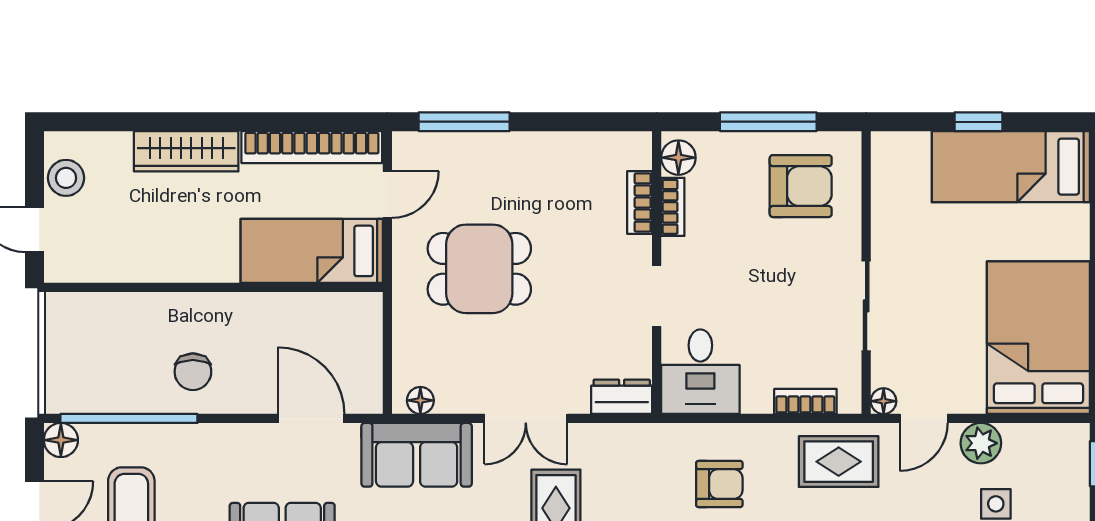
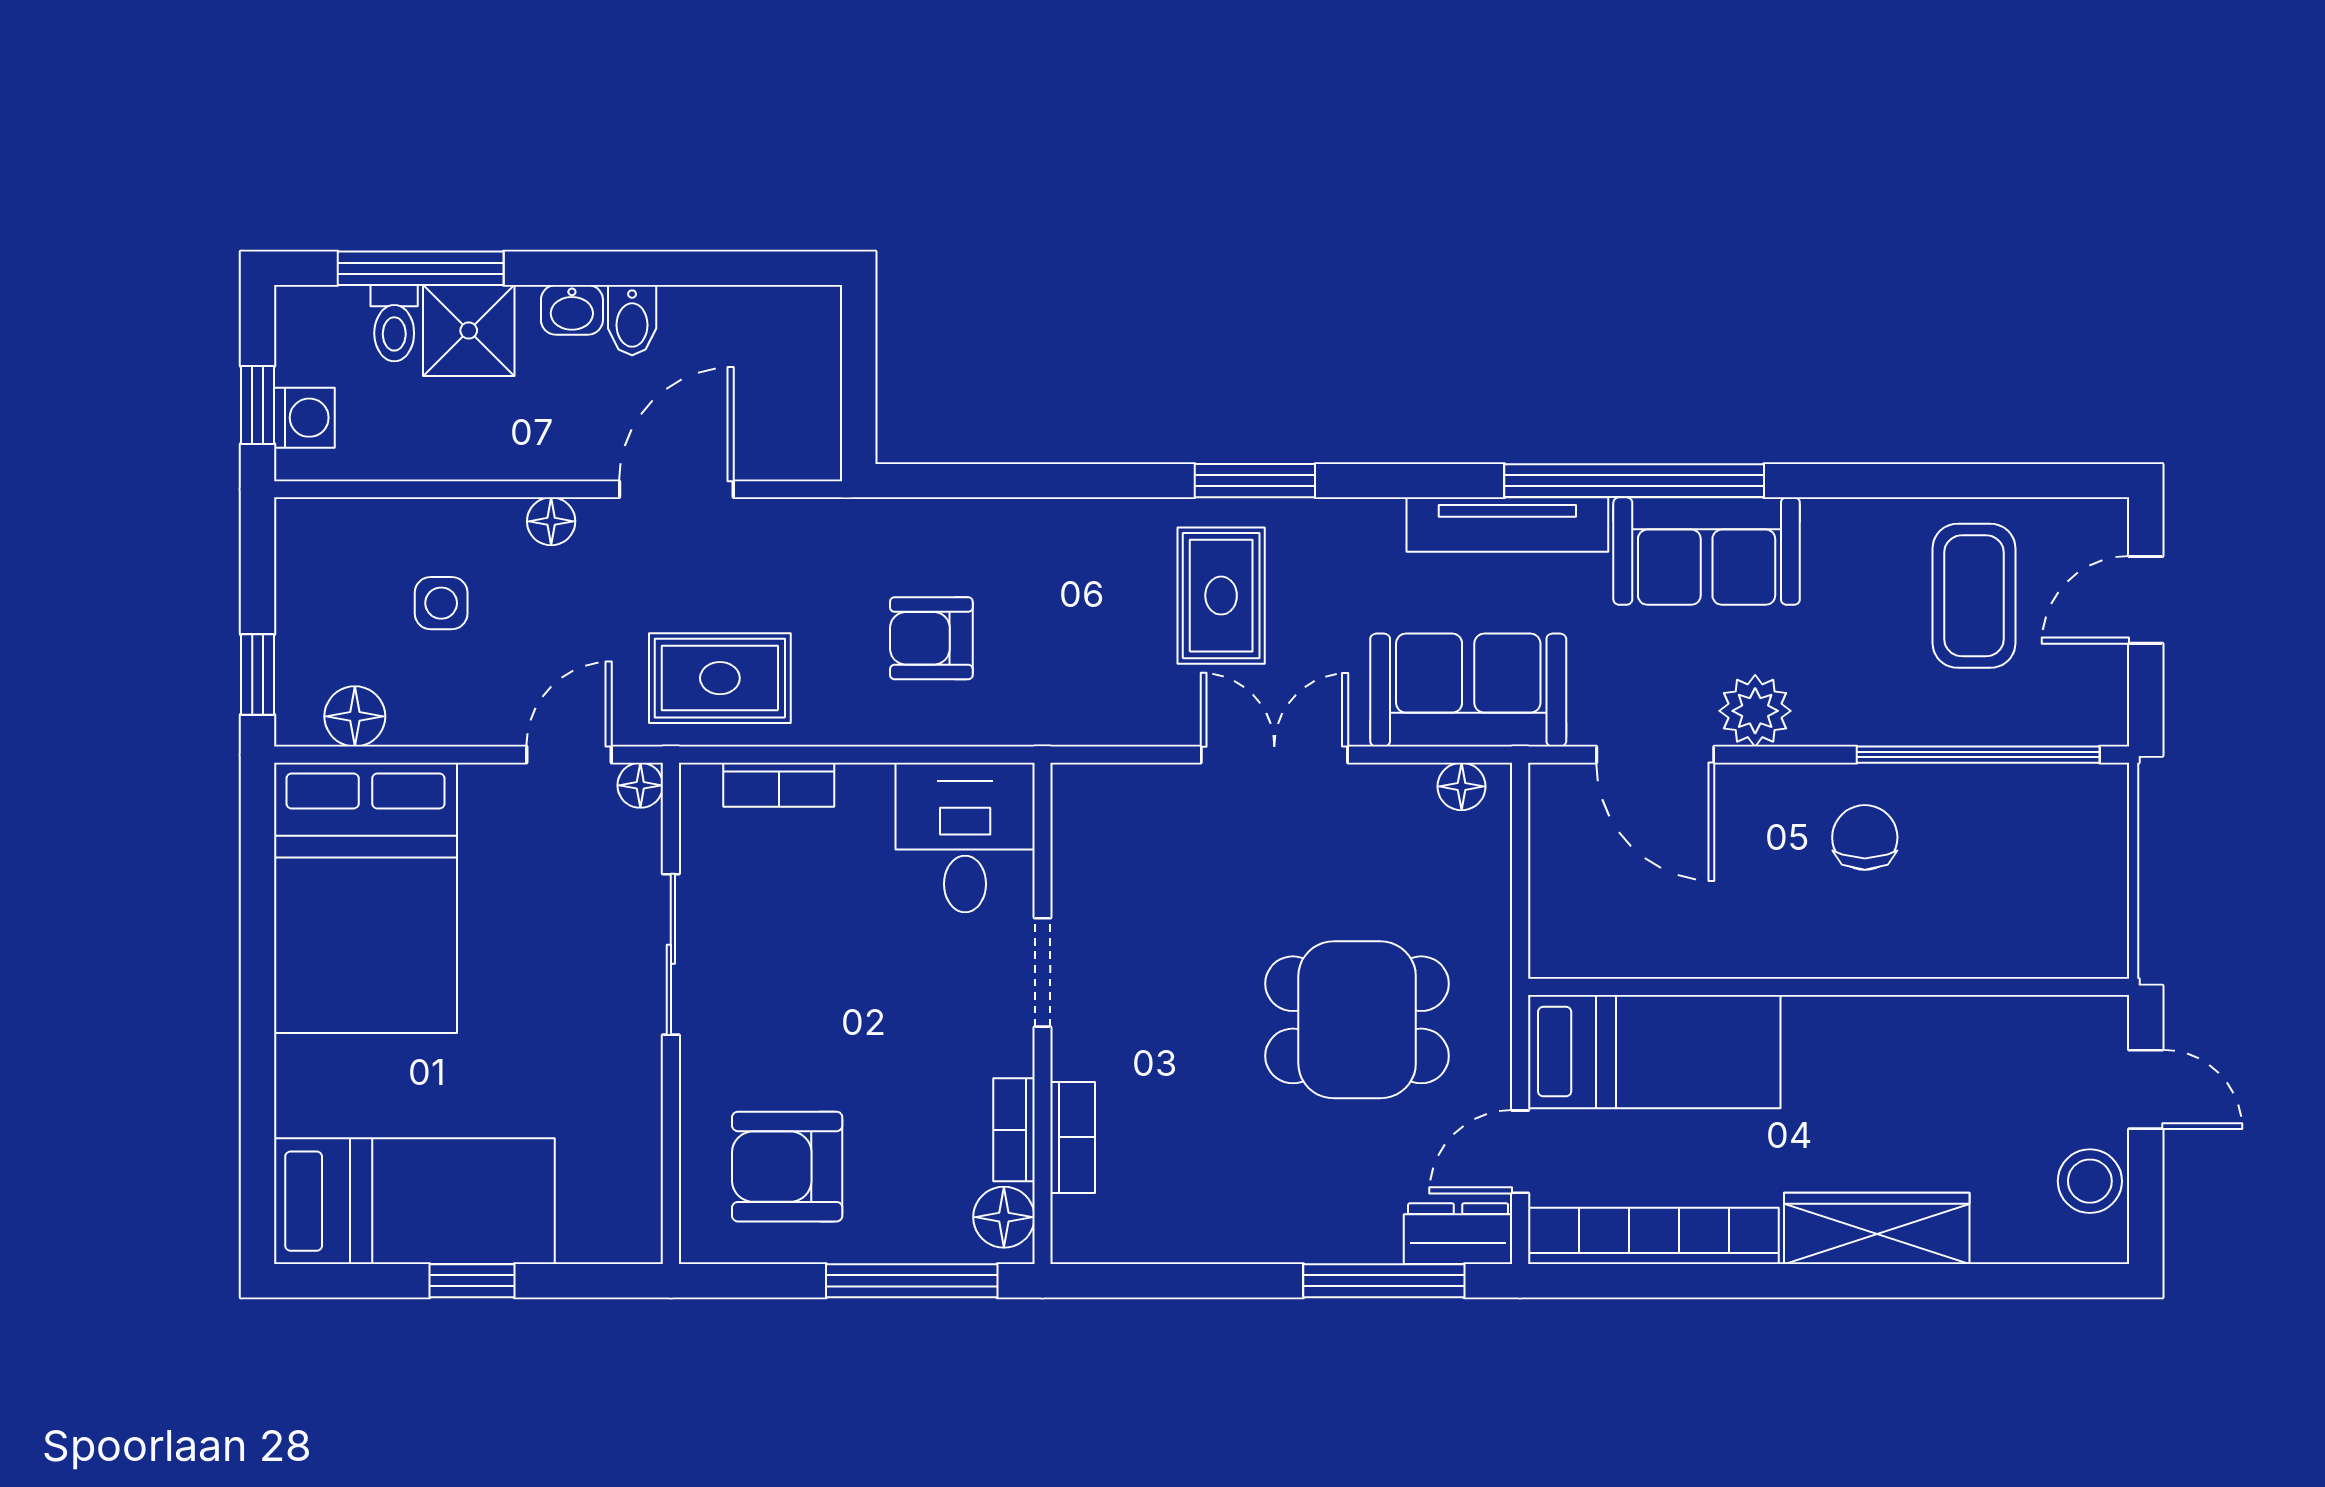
window: (768, 122) -> (912, 1281), moved
dresser: (622, 397) -> (1458, 1234), moved, turned 180
floor lamp: (61, 440) -> (355, 716), moved
plant: (981, 443) -> (1755, 711), moved

